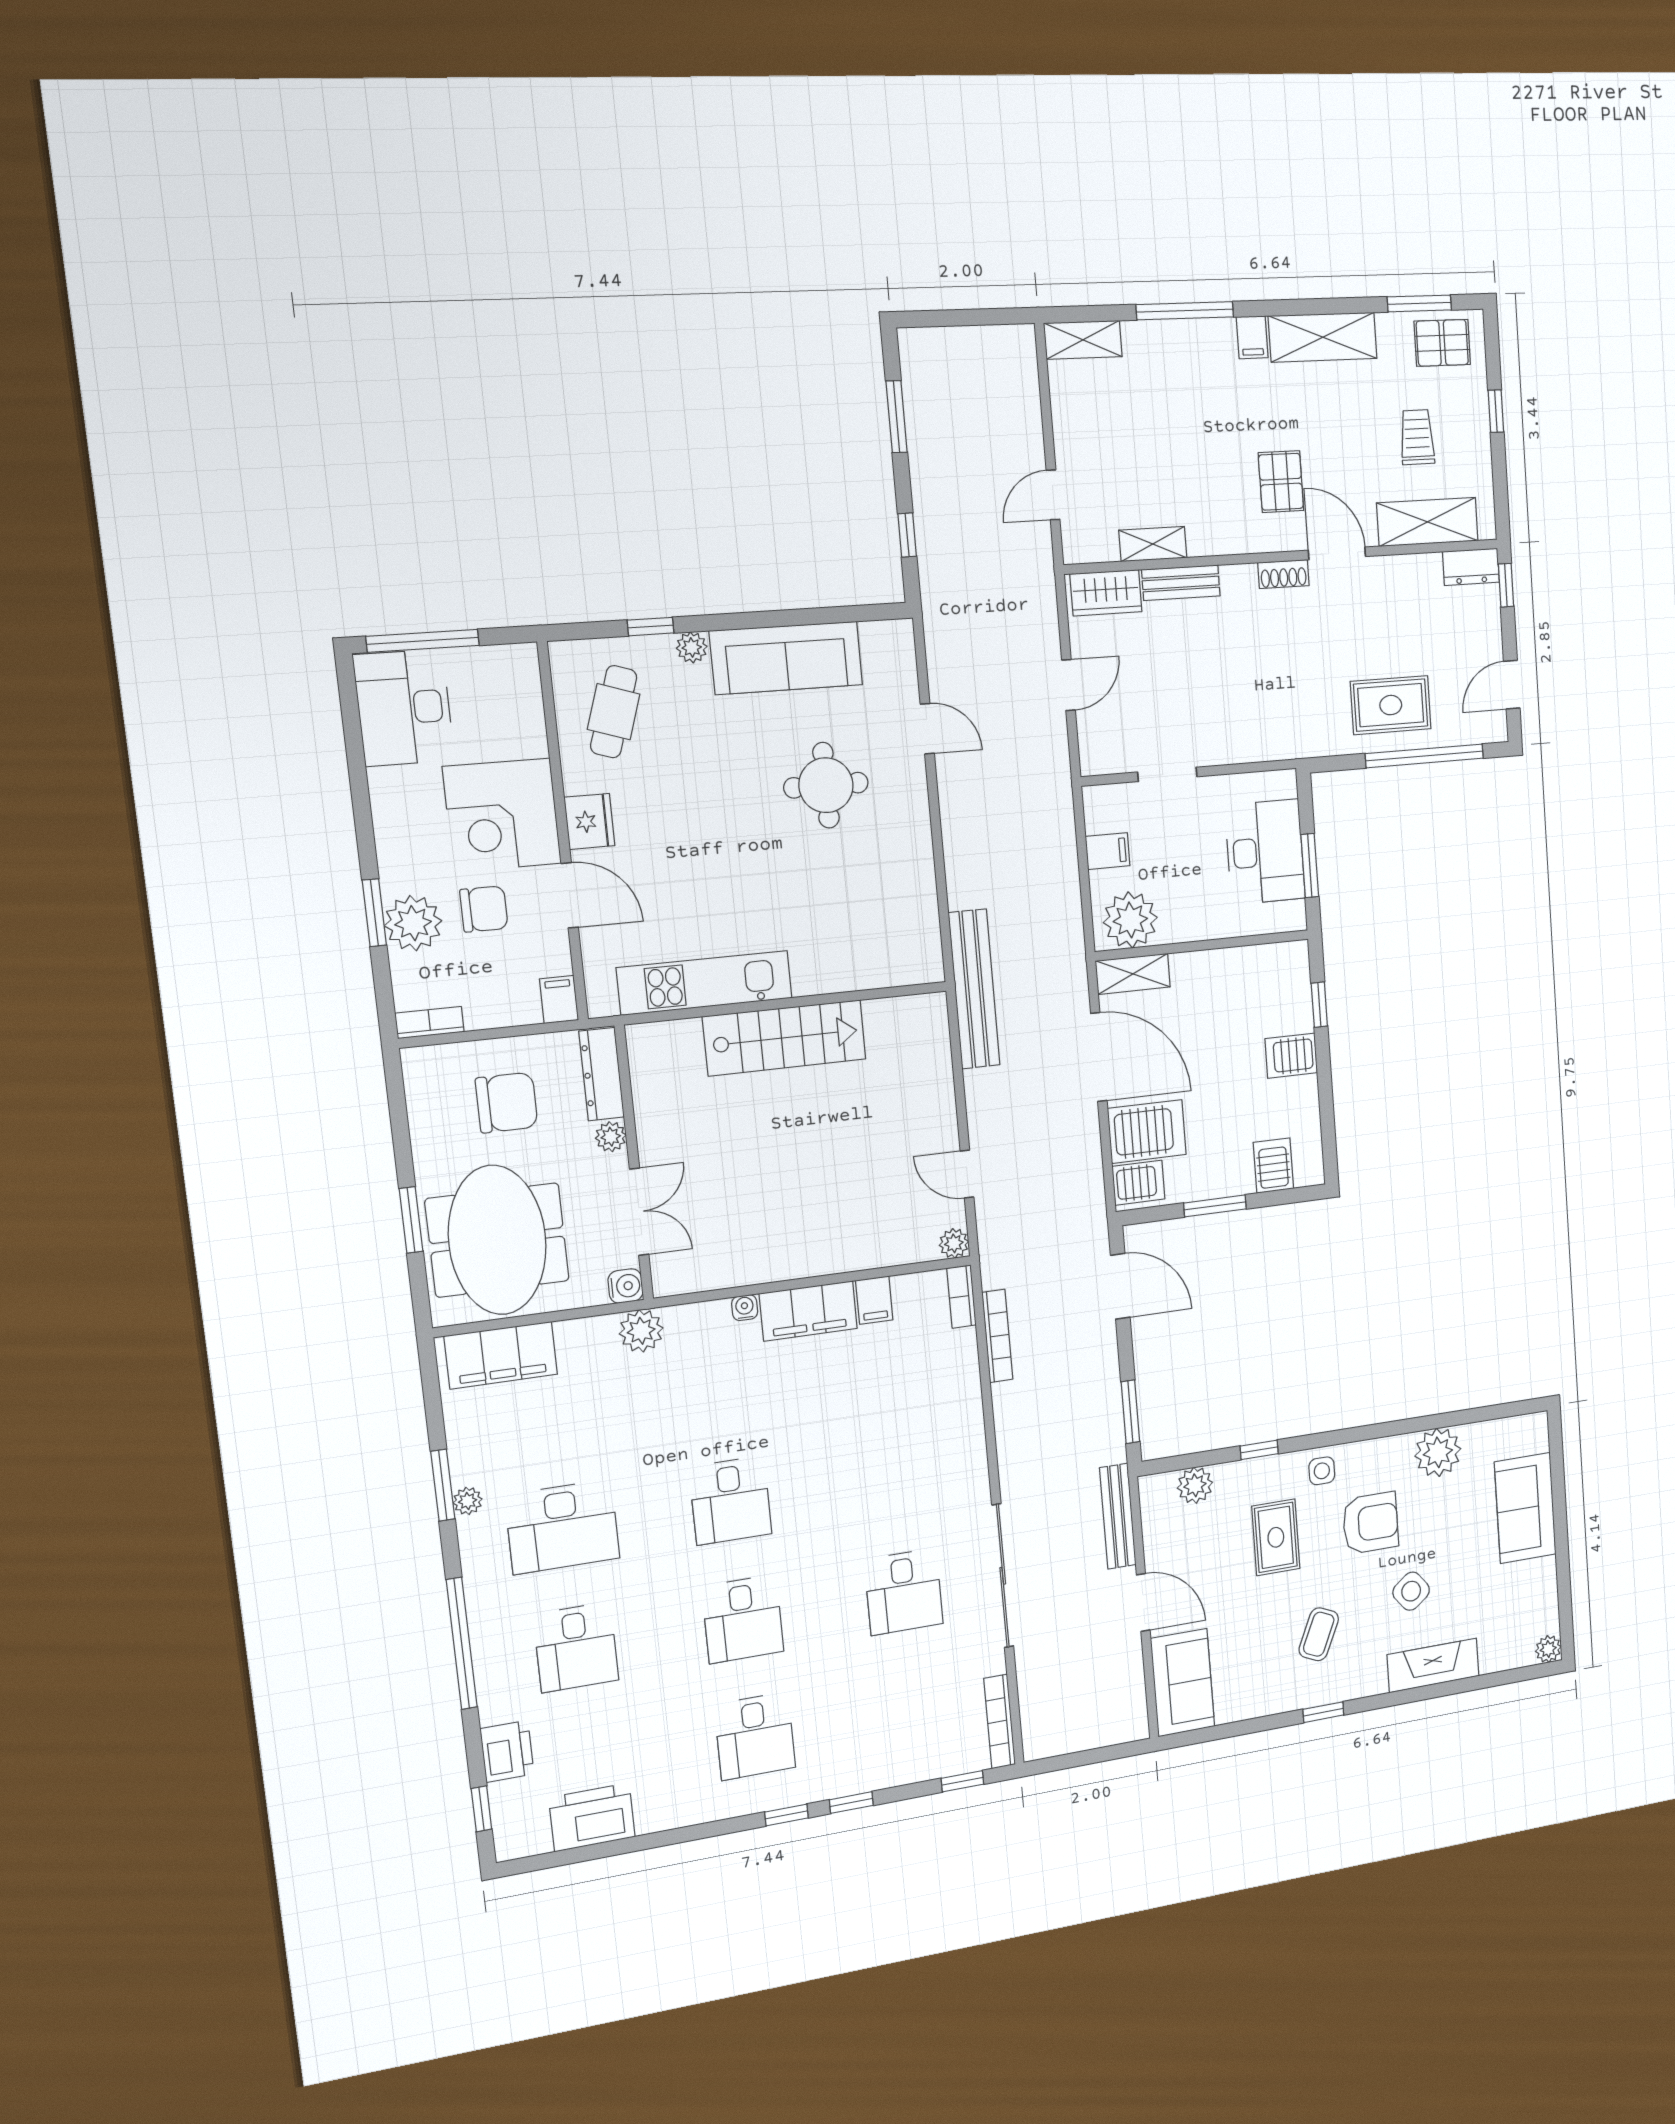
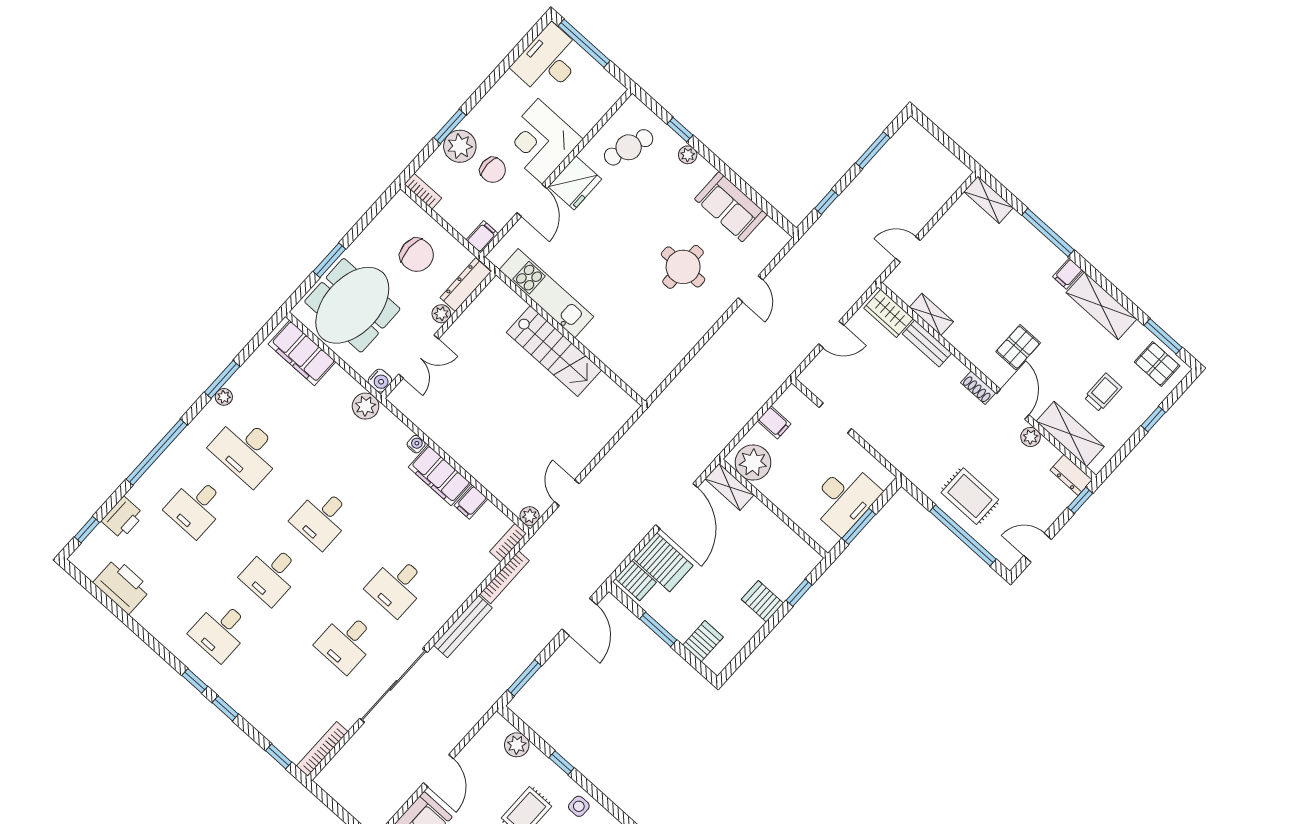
plant: (1390, 570) -> (1031, 437), added
sofa: (786, 658) -> (731, 207), width x0.73
fridge: (589, 821) -> (575, 183), width x1.36, depth x1.34
bench: (974, 989) -> (654, 418), removed
desk: (893, 1475) -> (397, 586), added
bench: (1118, 1516) -> (463, 627), moved

